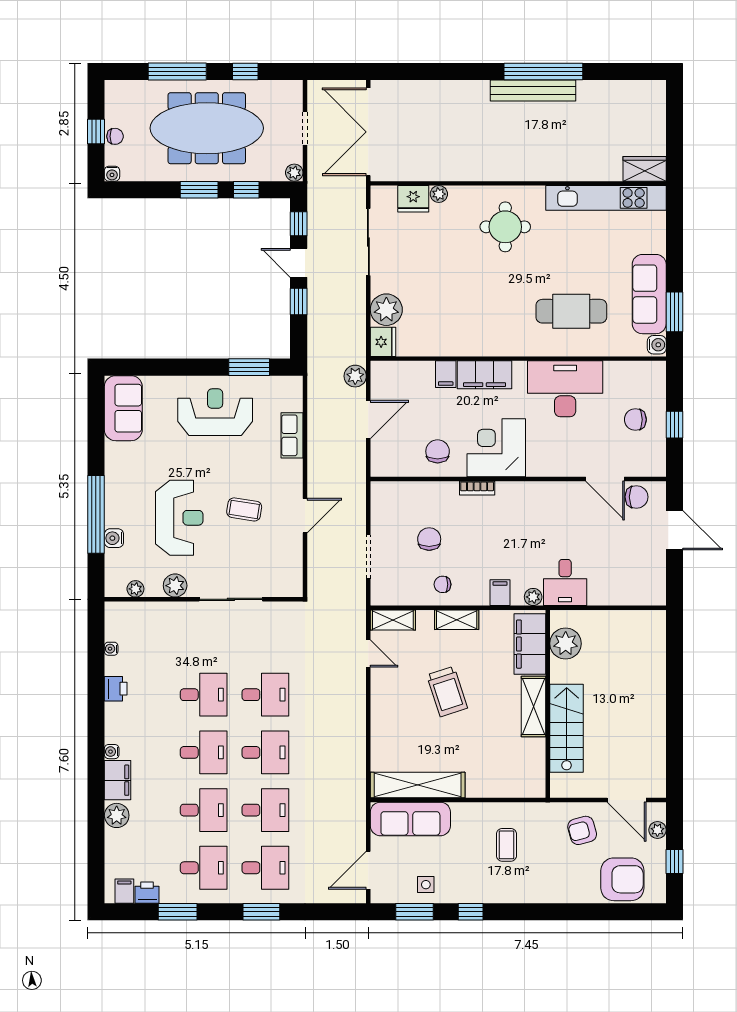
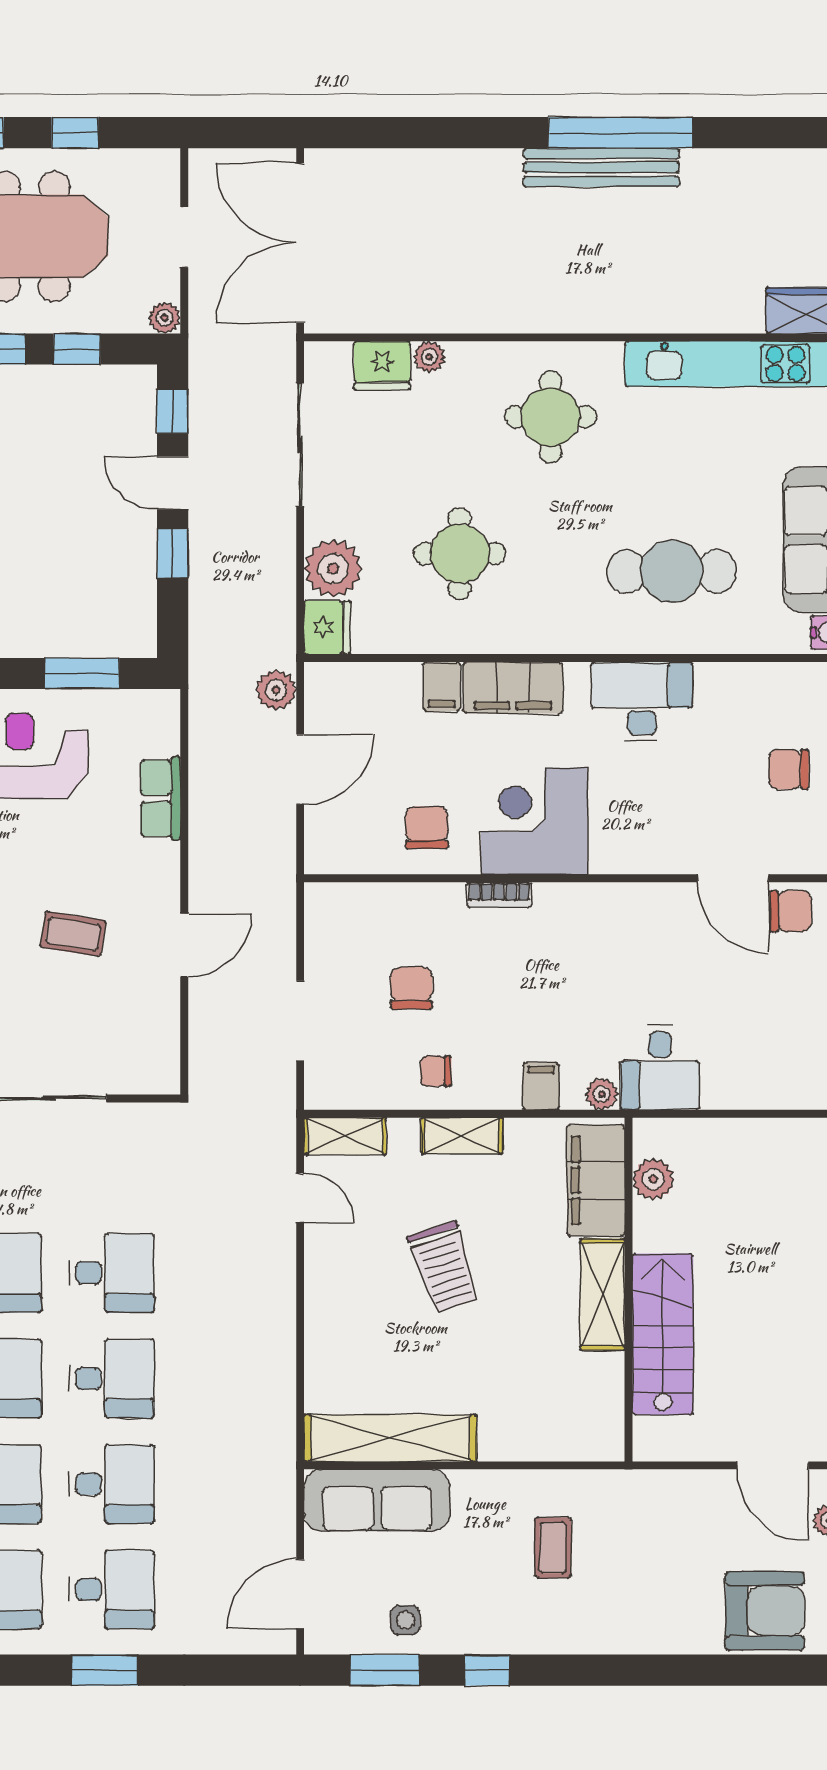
round table: (456, 302) -> (460, 554), added
desk: (565, 389) -> (642, 701), width x0.73, depth x0.77
plant: (566, 644) -> (653, 1179), width x0.73, depth x0.73
armchair: (582, 830) -> (691, 1521), removed

